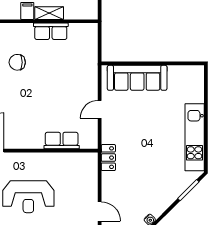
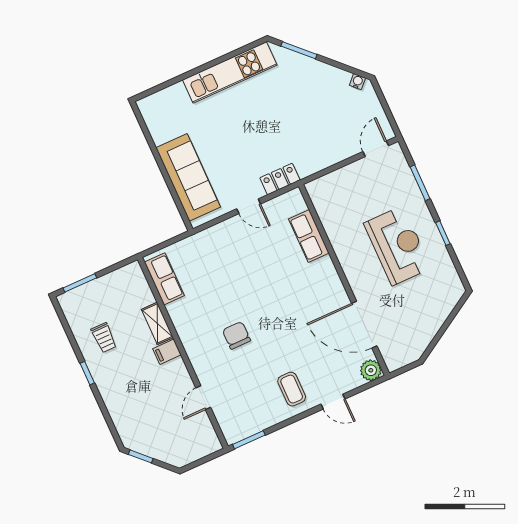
row of seats: (51, 31) -> (164, 279), moved
chair: (17, 62) -> (236, 335), turned 180
locker: (108, 158) -> (280, 179), moved

